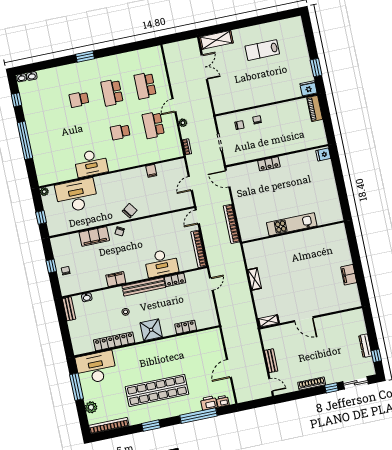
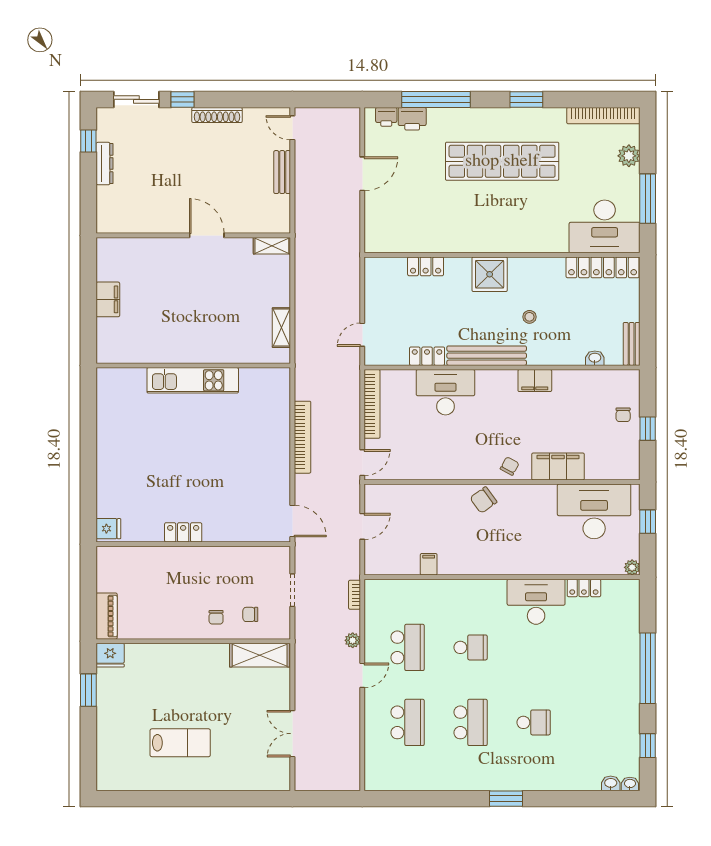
shelving: (216, 40) -> (260, 655), moved
locker: (269, 164) -> (183, 532), moved
locker: (67, 176) -> (584, 588), added
desk: (77, 196) -> (594, 511), moved, turned 180
kitchen unit: (292, 224) -> (193, 380), moved
wall: (293, 232) -> (193, 366), moved
locker: (114, 341) -> (603, 267), moved

